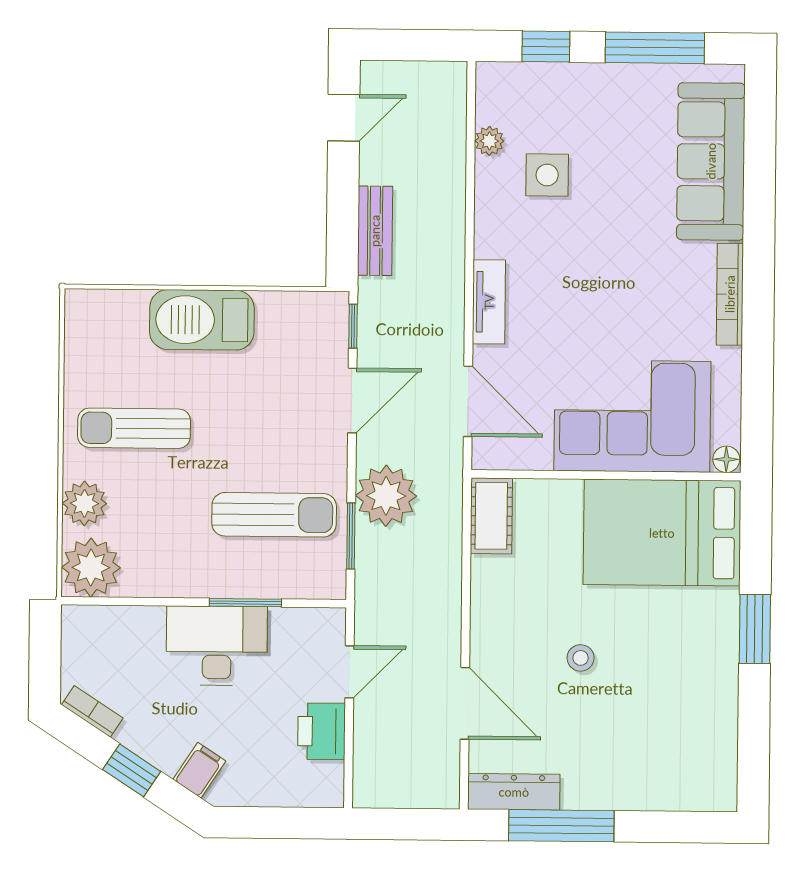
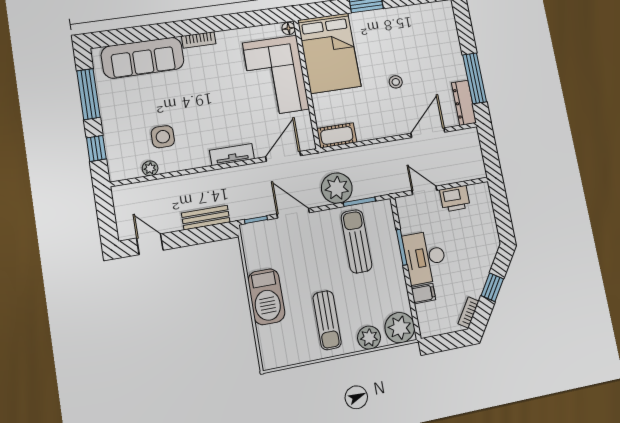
bookcase: (730, 294) -> (199, 40), width x0.64
filing cabinet: (199, 770) -> (423, 294), moved, turned 147

